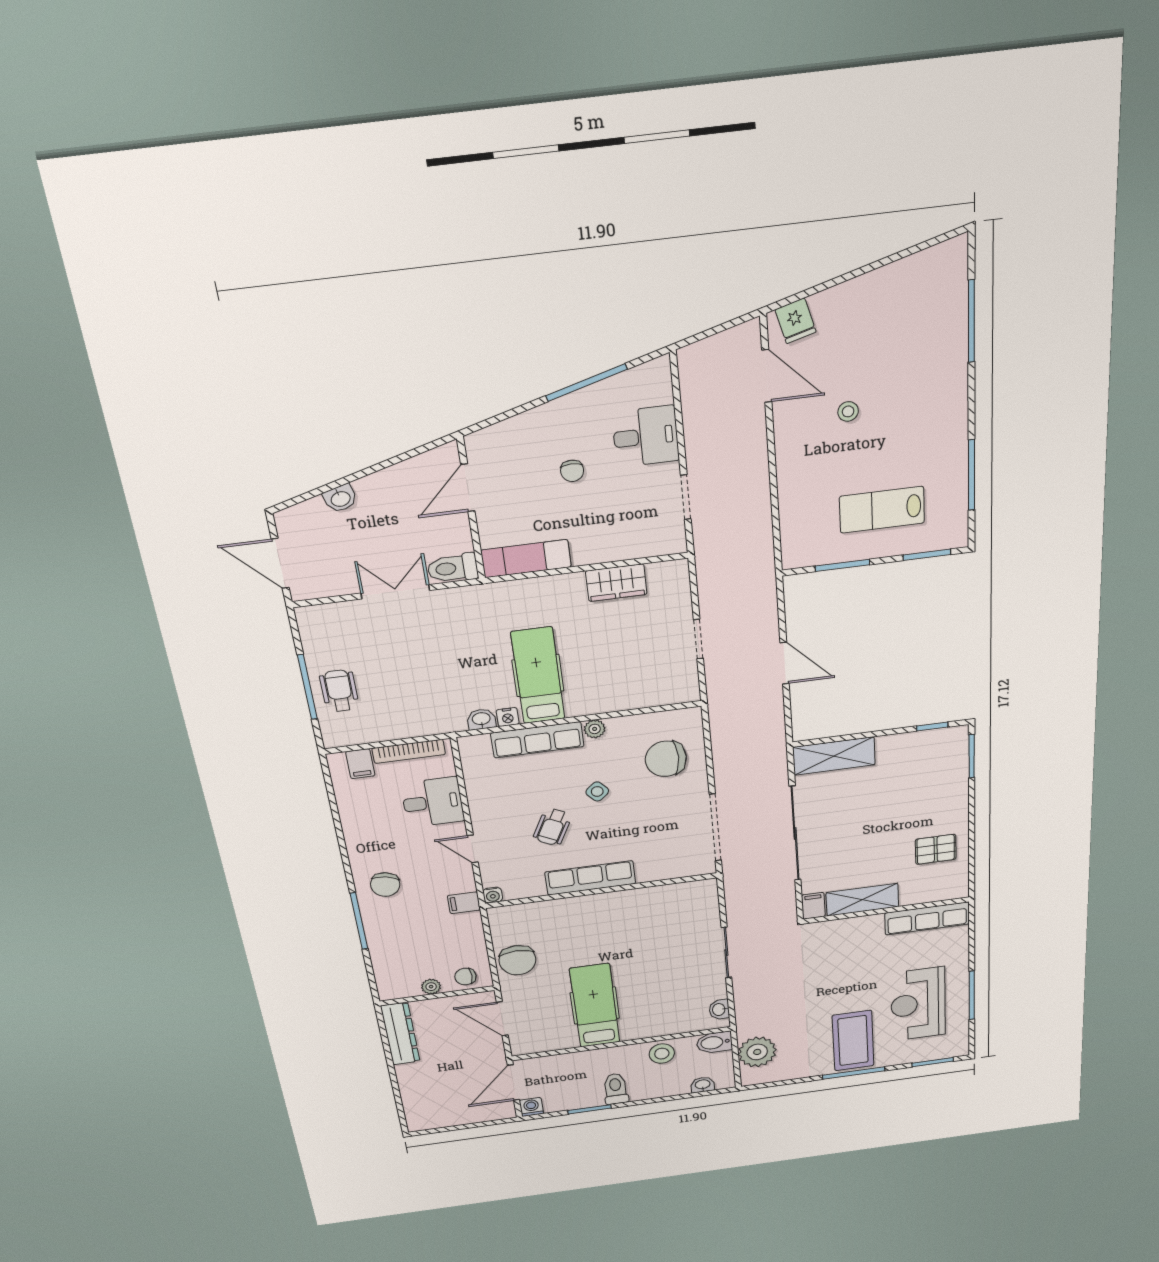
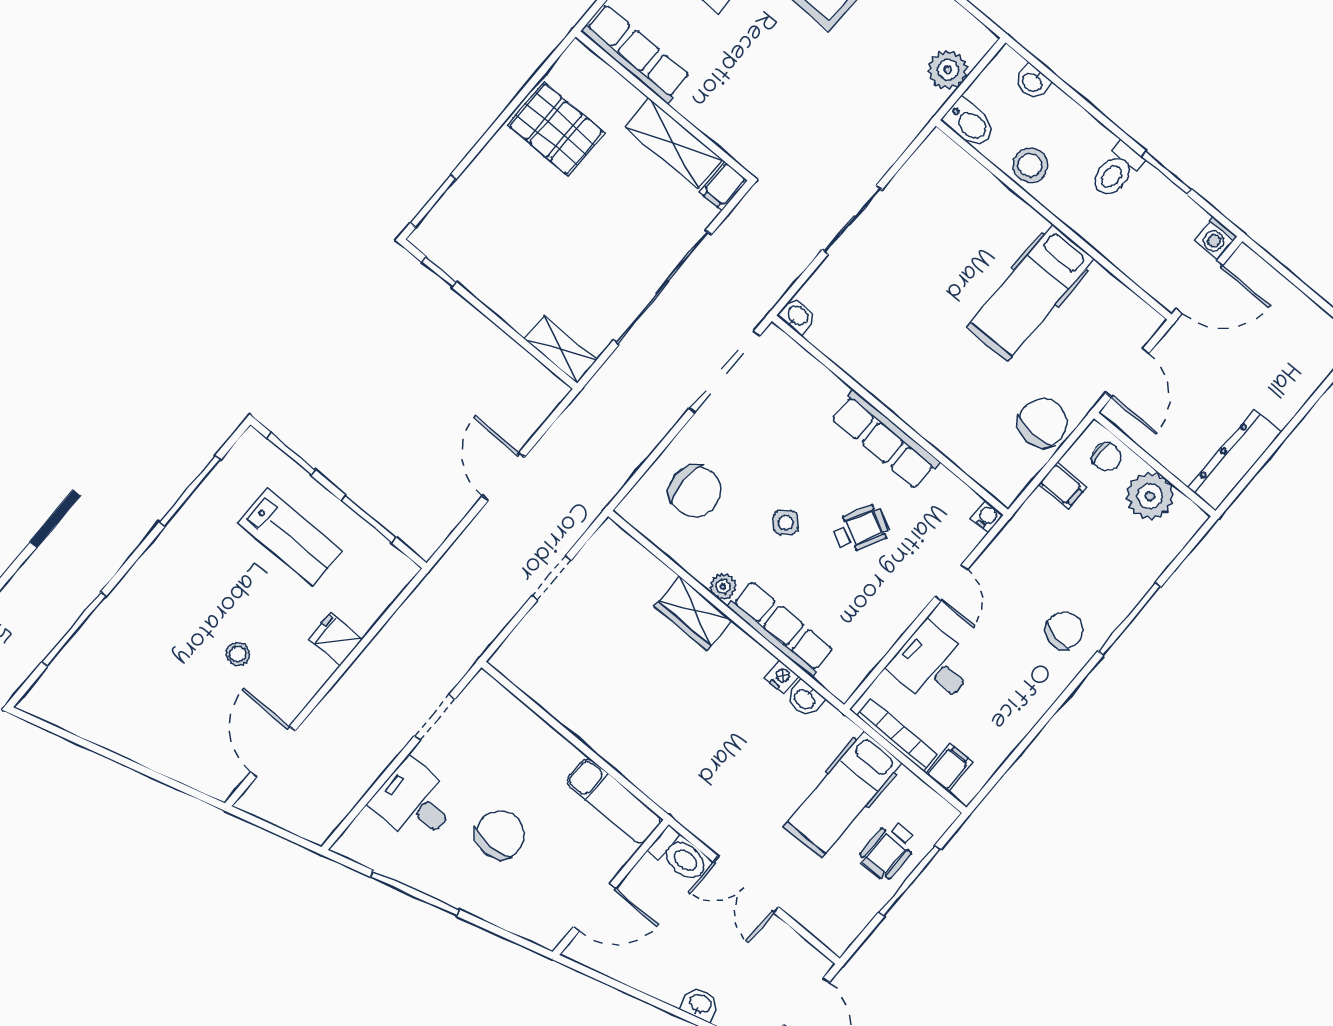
fridge: (796, 321) -> (336, 639), moved, turned -74
chair: (572, 471) -> (500, 835), width x1.87, depth x1.87
wardrobe: (616, 583) -> (693, 613), moved, turned 180
hospital bed: (538, 676) -> (843, 794), moved
shelving: (834, 756) -> (561, 349), width x0.67, depth x0.75
pallet: (936, 849) -> (556, 129), width x1.50, depth x1.42
filing cabinet: (464, 903) -> (1062, 486), moved
plant: (431, 987) -> (1150, 496), width x1.88, depth x1.88
washbasin: (719, 1009) -> (797, 316), moved, turned -90
plant: (757, 1052) -> (948, 70), width x0.73, depth x0.73

